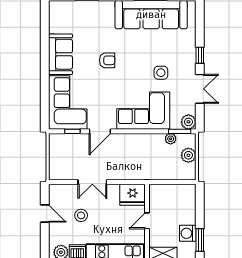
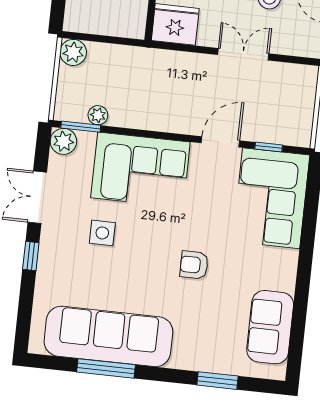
sofa: (60, 54) -> (270, 327), moved
plant: (188, 155) -> (73, 52), moved

